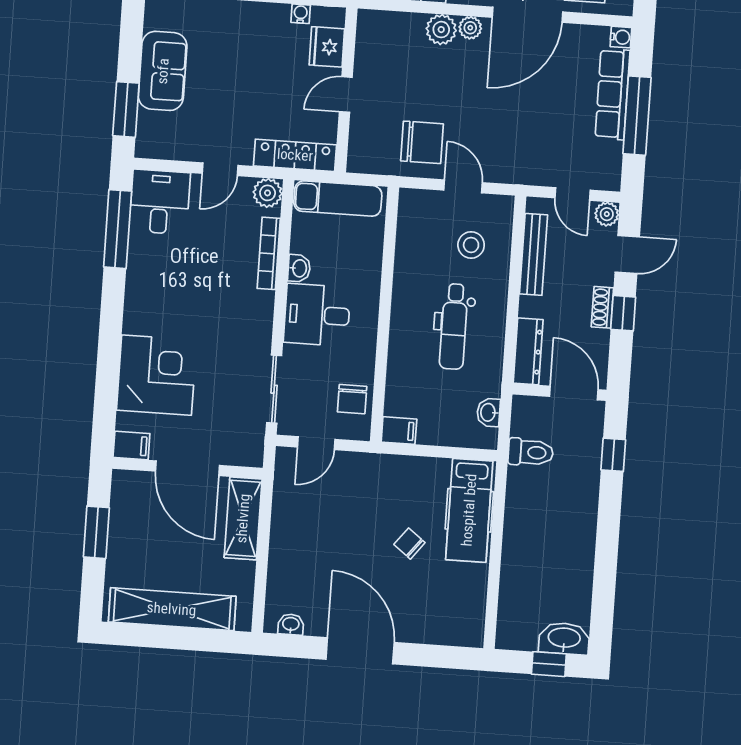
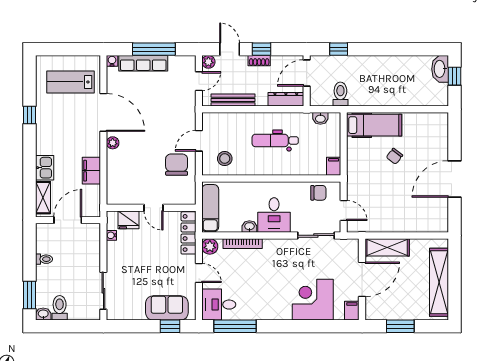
plant: (441, 30) -> (115, 159), removed
sofa: (163, 71) -> (167, 308), moved
window: (126, 109) -> (170, 326), width x0.67
stool: (471, 245) -> (225, 159), moved
dental chair: (454, 326) -> (275, 140), turned 180
washbasin: (291, 624) -> (443, 217), removed

